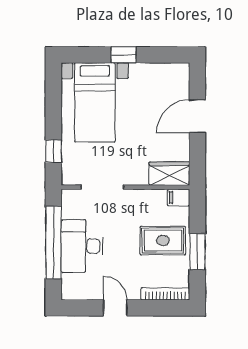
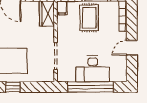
window: (53, 151) -> (13, 87), moved

